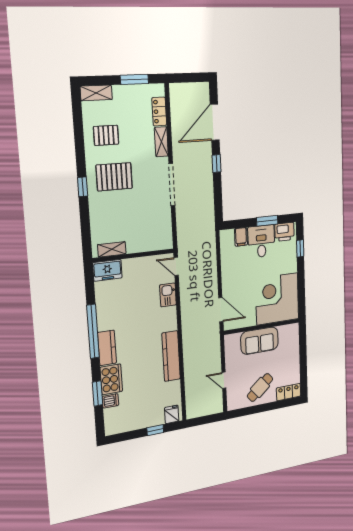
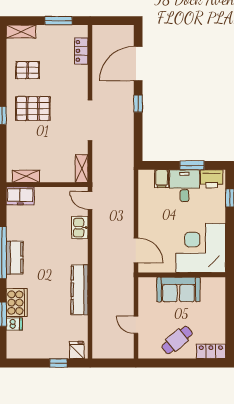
shelving: (161, 142) -> (82, 169), moved
kitchen counter: (107, 348) -> (15, 258), moved

